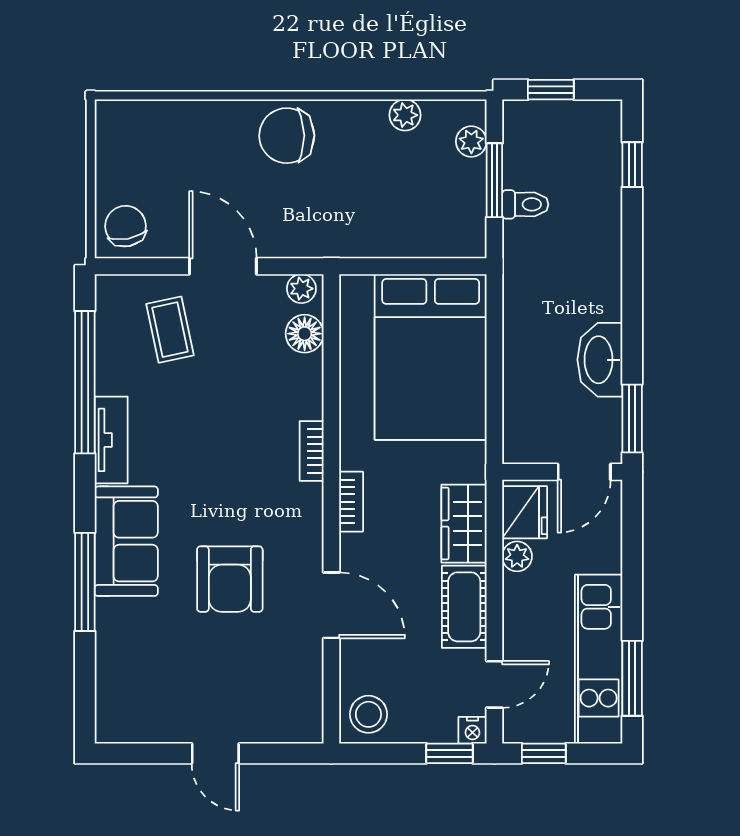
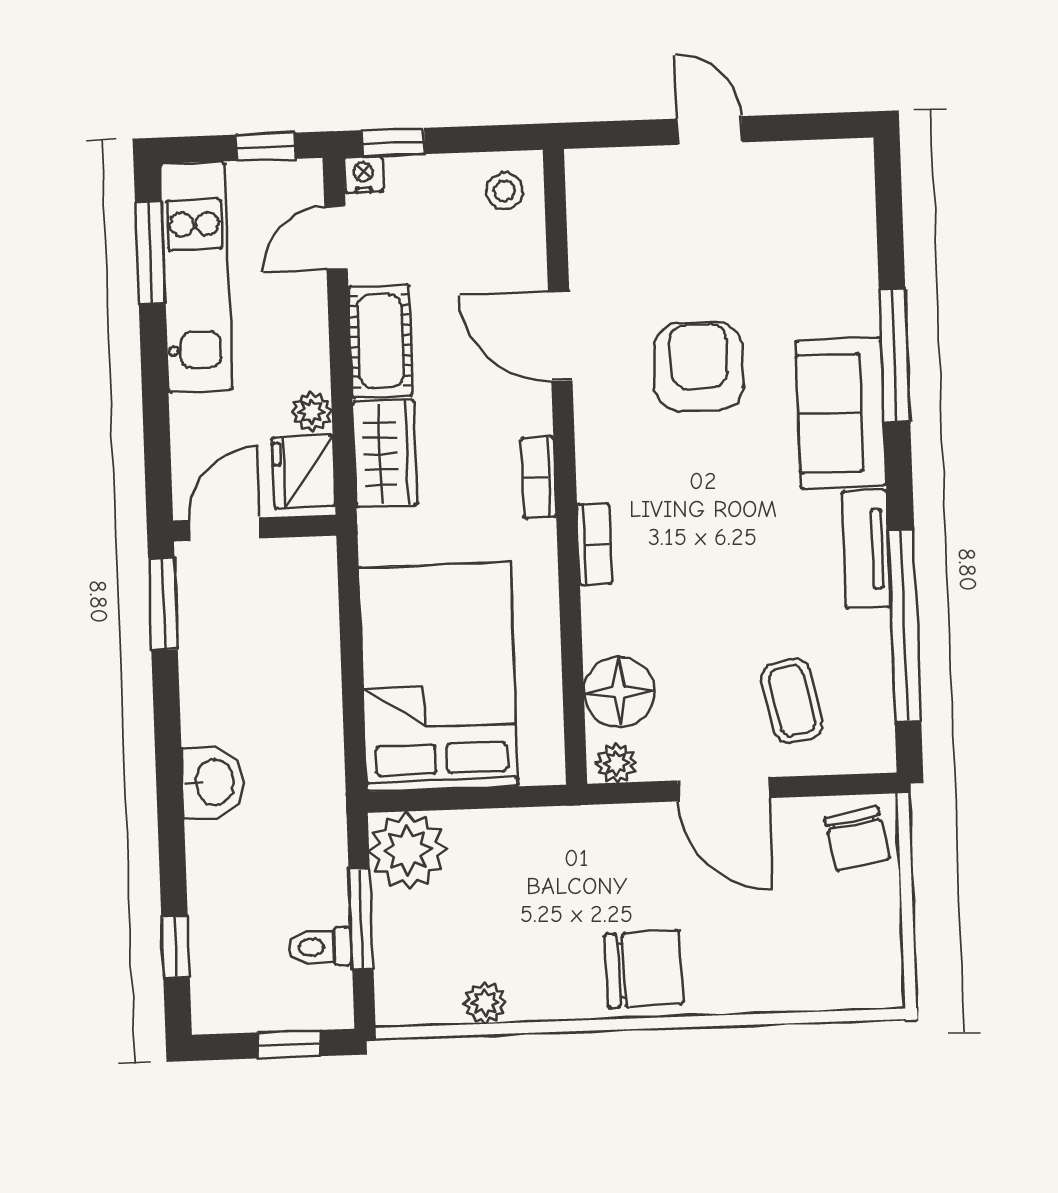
plant: (471, 141) -> (408, 850), moved, width x1.88, depth x1.88
toilet: (525, 204) -> (320, 947), moved
floor lamp: (305, 334) -> (619, 692), width x1.38, depth x1.38
washbasin: (600, 360) -> (213, 783), moved, width x0.72
stool: (368, 714) -> (505, 191), width x0.73, depth x0.73

